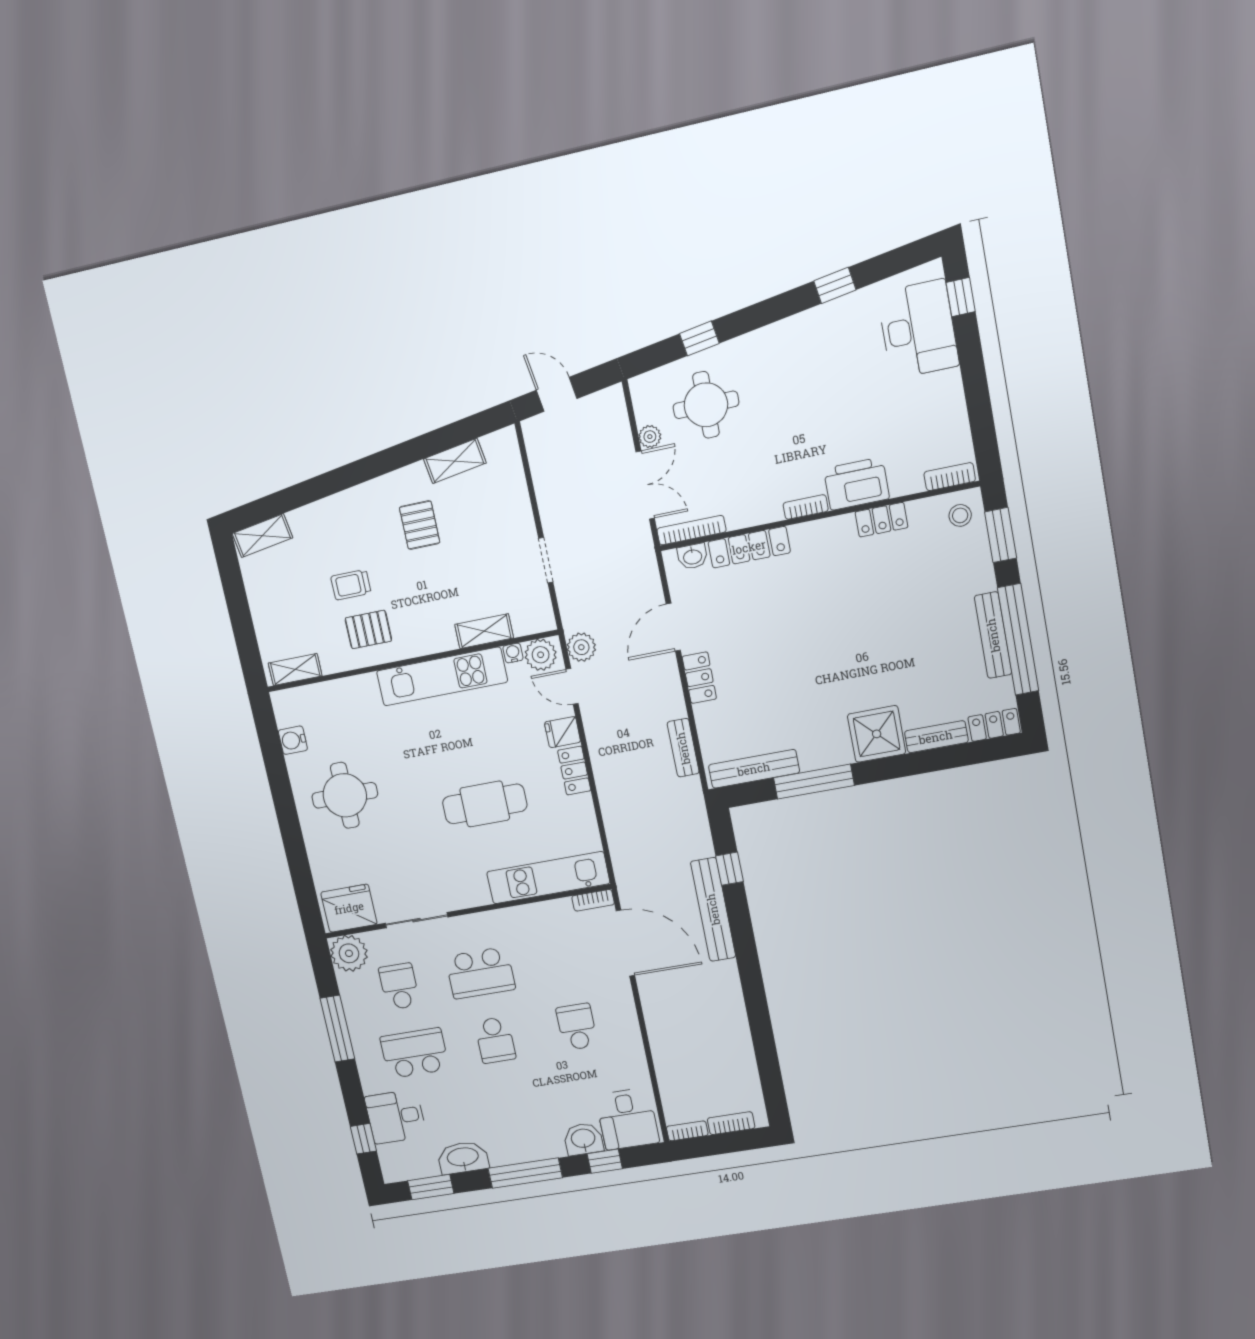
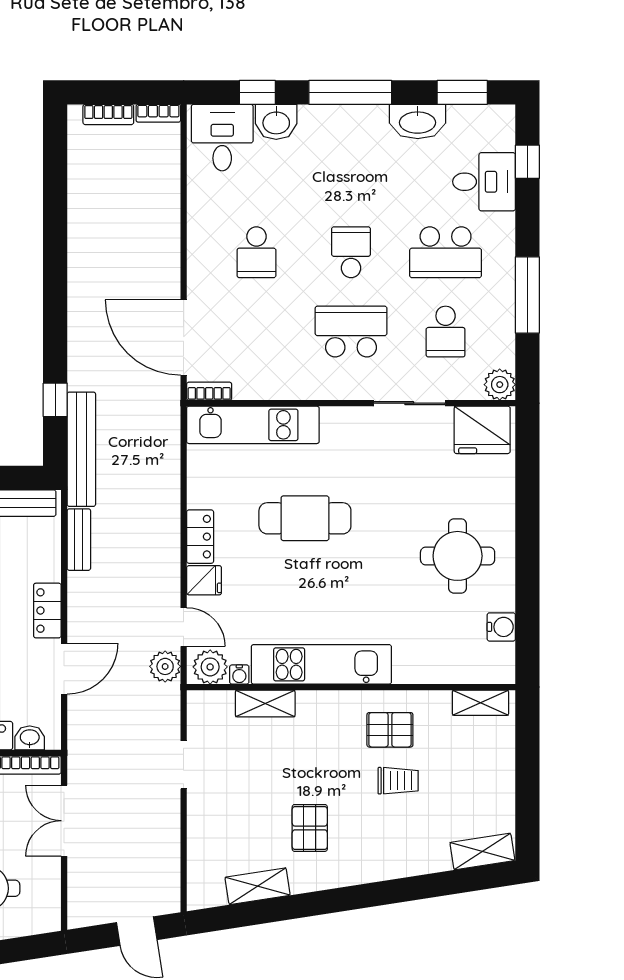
plant: (650, 437) -> (49, 869), removed
bench: (713, 909) -> (81, 449), moved
plant: (349, 953) -> (500, 385), width x0.73, depth x0.73

